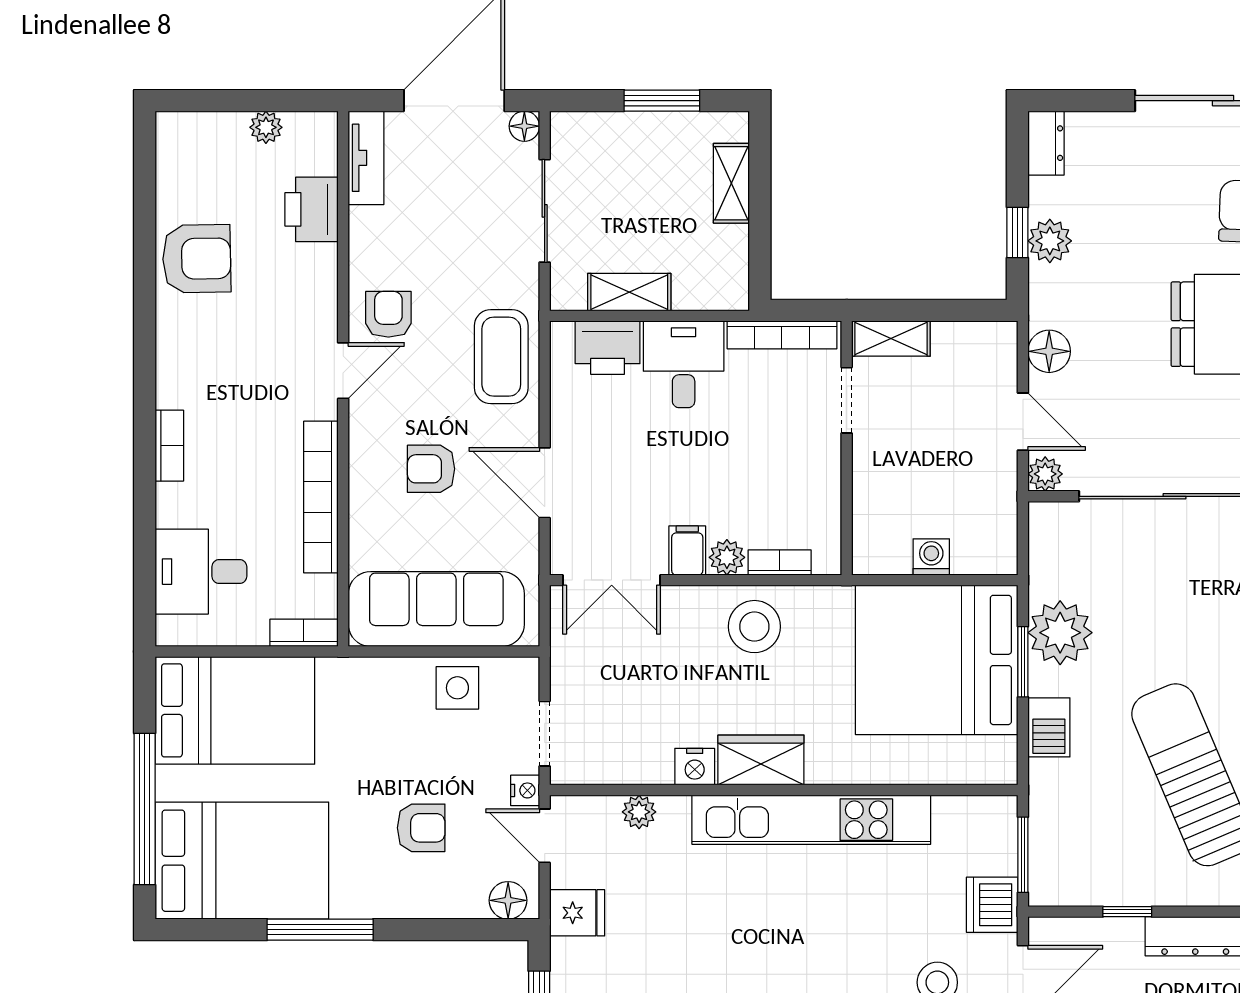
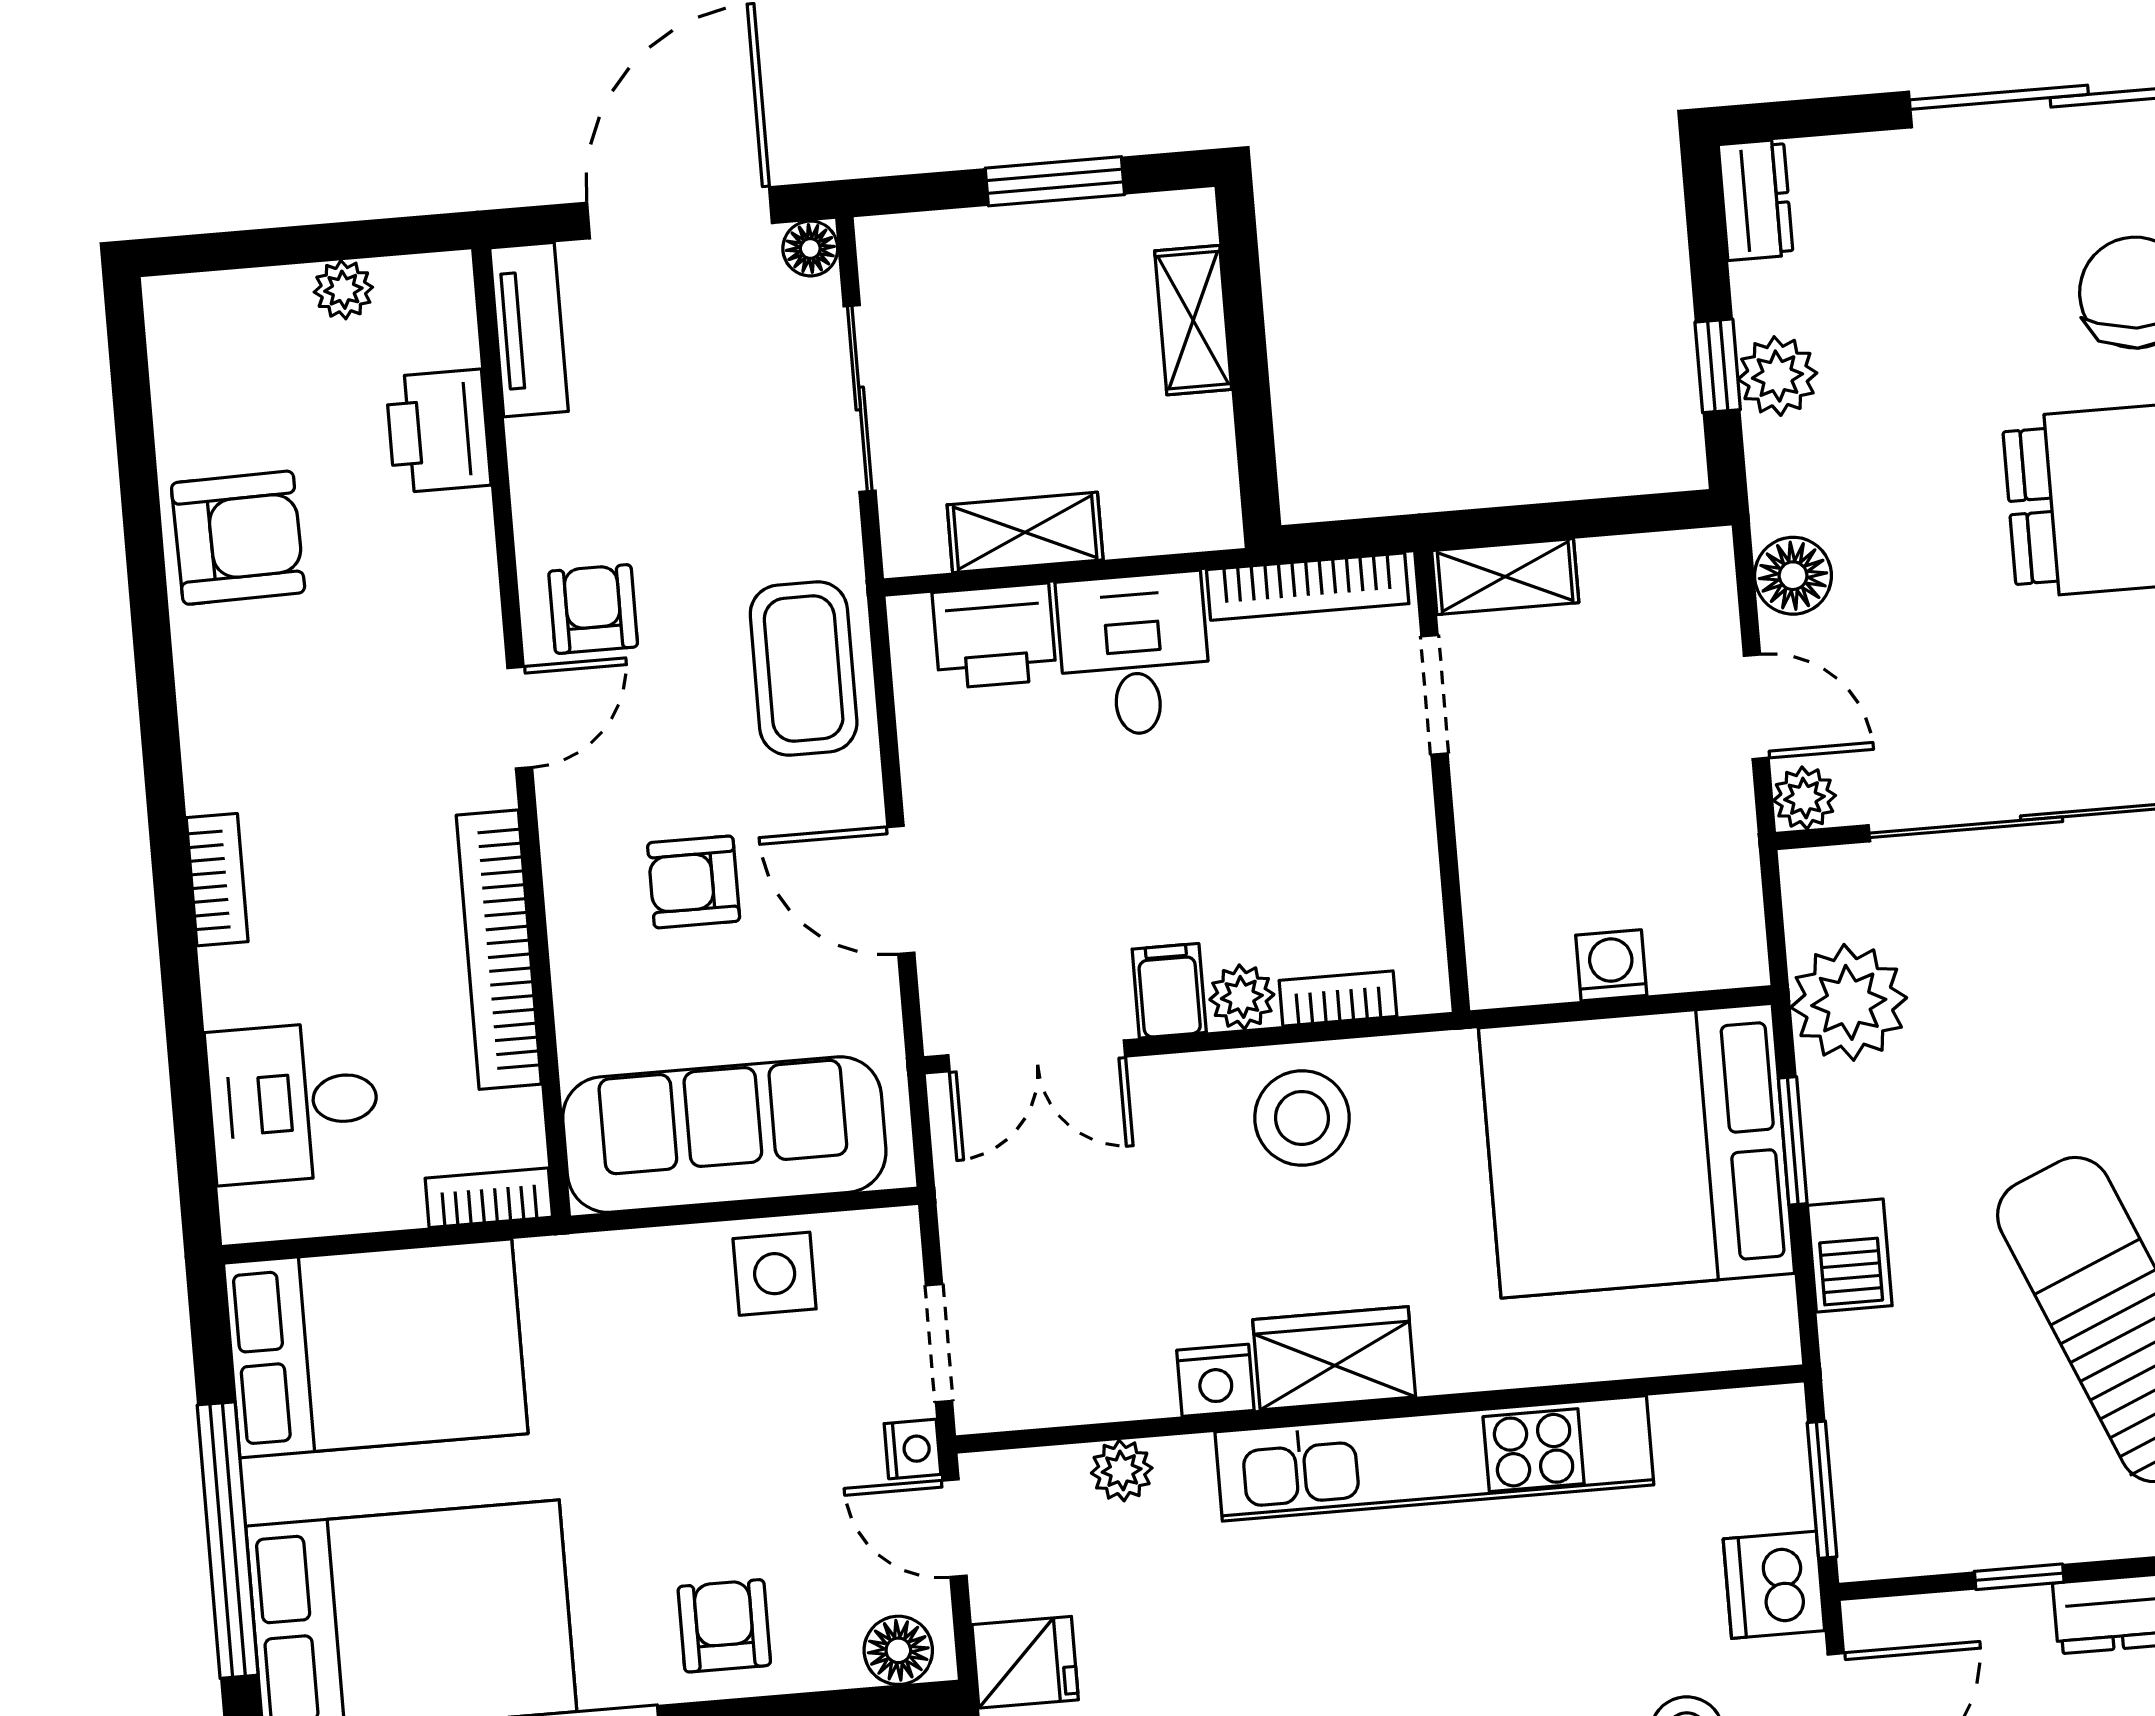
plant: (1060, 633) -> (1849, 1002), moved
armchair: (421, 828) -> (724, 1626), moved, turned -90

